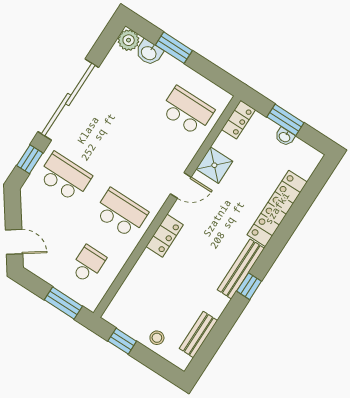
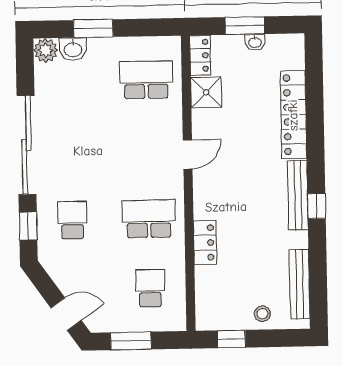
shower: (214, 165) -> (206, 92), moved
school desk: (65, 177) -> (72, 220), width x0.54
locker: (165, 236) -> (205, 243), moved
window: (63, 303) -> (131, 341), moved
bench: (198, 334) -> (299, 284), width x1.36

